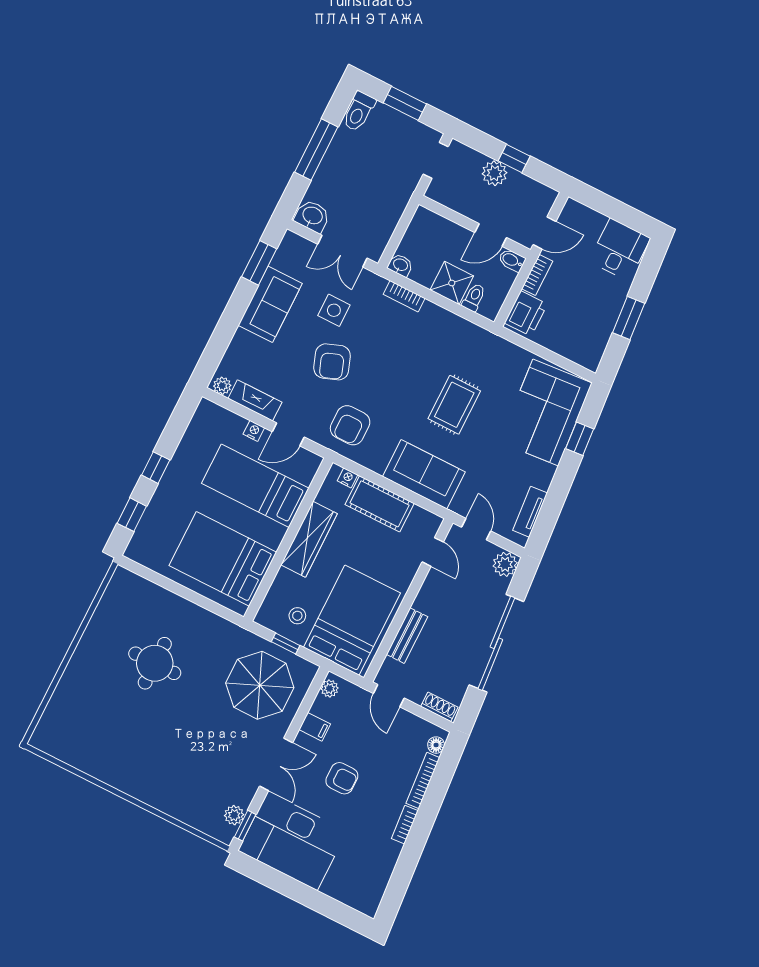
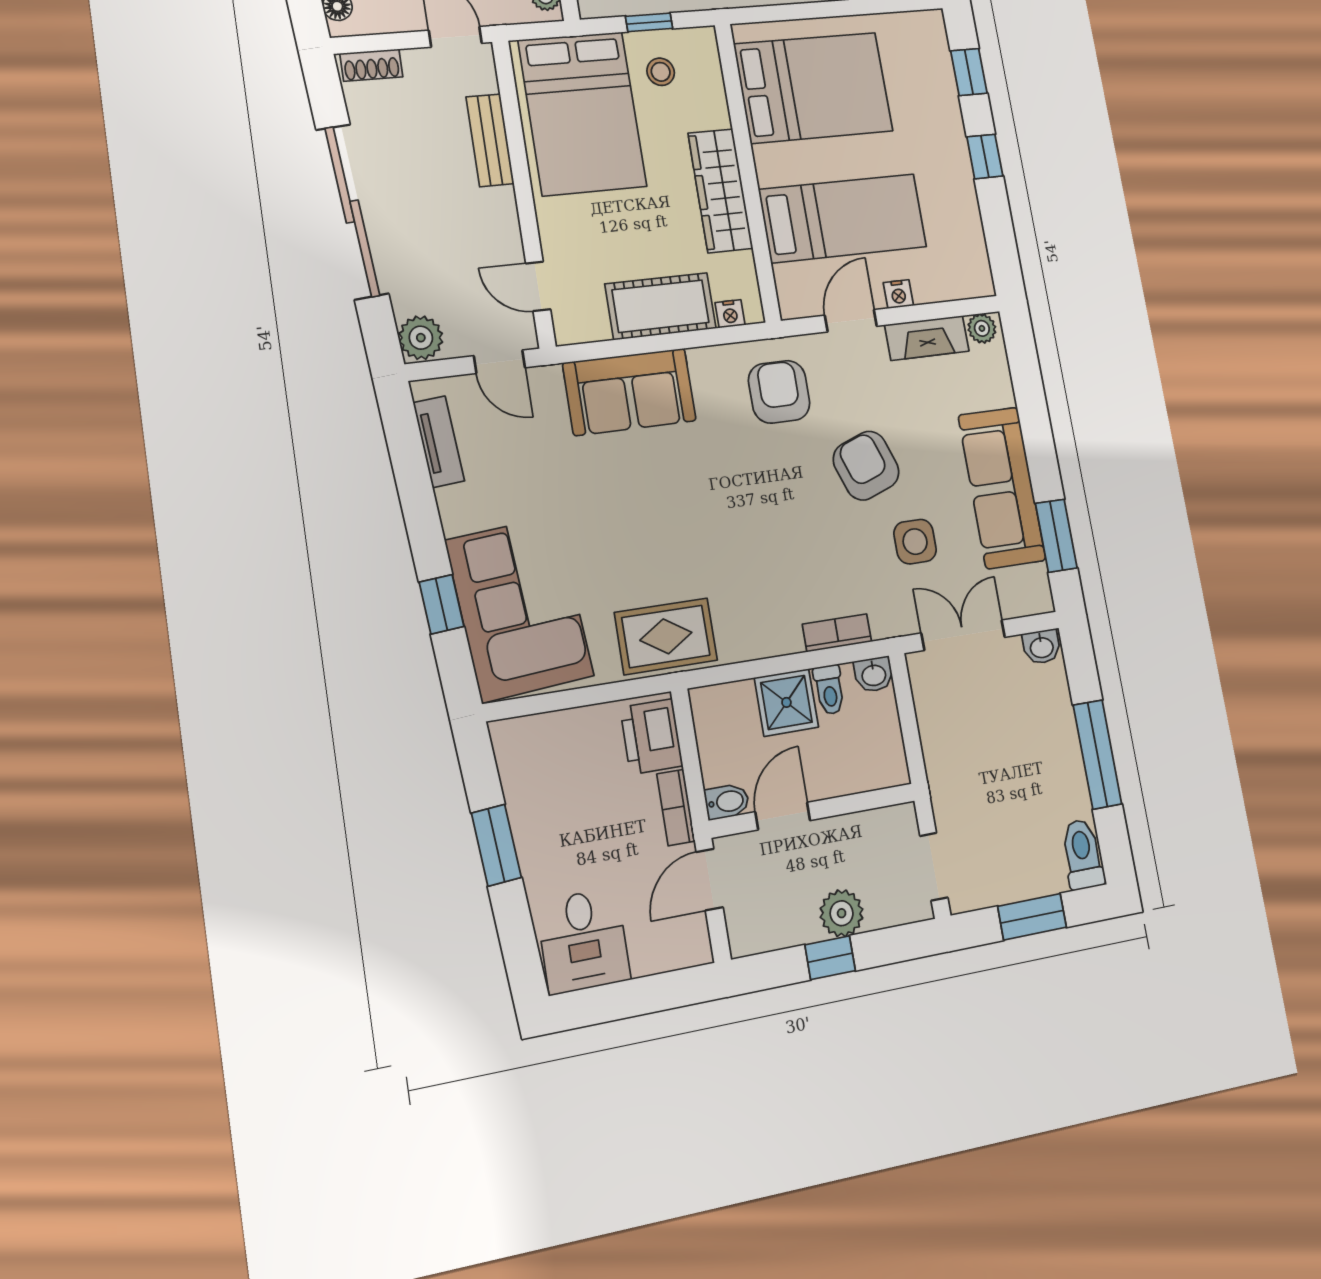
washbasin: (312, 216) -> (1042, 647), width x0.72, depth x0.69
toilet: (474, 297) -> (829, 690), moved
sofa: (270, 304) -> (1002, 488), width x1.36
rug: (454, 405) -> (666, 636), moved, turned 90

